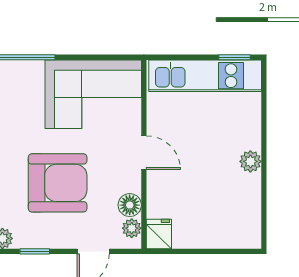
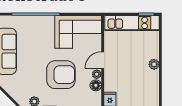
door: (144, 153) -> (103, 60), swing flipped
plant: (132, 228) -> (97, 74), moved

